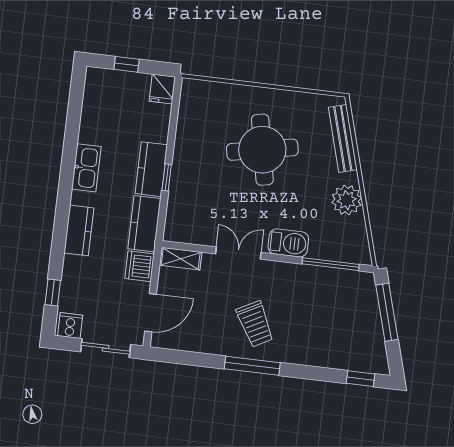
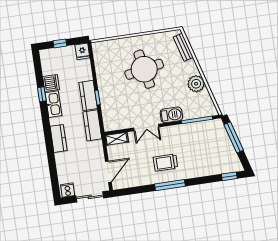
bench: (343, 138) -> (183, 47), width x0.73
double door: (238, 253) -> (146, 127), swing flipped
dishwasher: (140, 266) -> (51, 83), moved, turned 180
window: (53, 292) -> (42, 94), moved
trolley: (255, 324) -> (165, 163), turned 118

